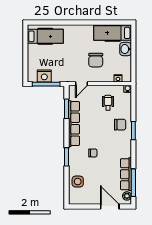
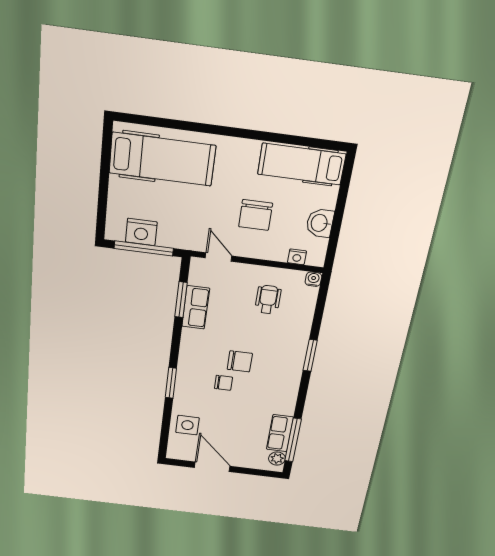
hospital bed: (45, 36) -> (162, 159), width x1.37, depth x1.29
washbasin: (126, 49) -> (320, 223), moved
door: (82, 84) -> (219, 257), swing flipped
row of seats: (74, 124) -> (196, 307), width x0.50
chair: (120, 125) -> (240, 361), moved
row of seats: (126, 174) -> (280, 433), width x0.68
door: (110, 206) -> (212, 467), moved

